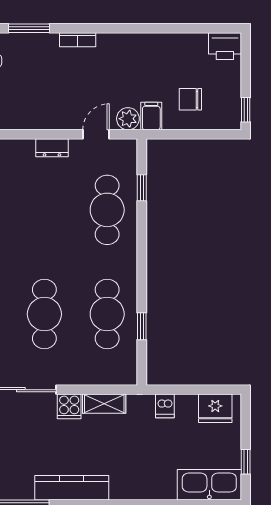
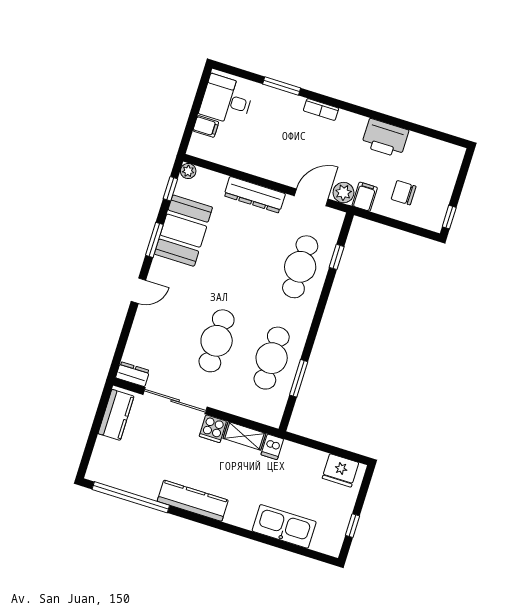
printer: (225, 46) -> (385, 138), moved, width x1.37, depth x1.19
door: (96, 134) -> (311, 197), width x1.38
dresser: (52, 148) -> (255, 195), width x1.96, depth x1.24
window: (142, 326) -> (299, 378), width x1.50
dishwasher: (165, 406) -> (272, 447), moved
kitchen sink: (209, 485) -> (284, 526), moved

